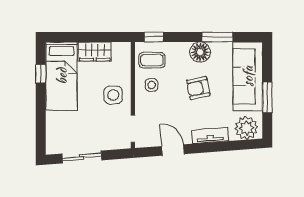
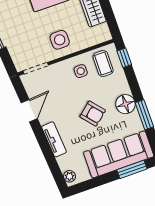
armchair: (198, 88) -> (93, 114), turned 151
window: (267, 97) -> (132, 169), moved
plant: (247, 128) -> (70, 176), width x0.53, depth x0.53

